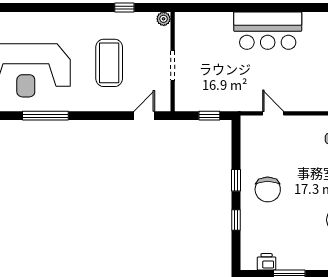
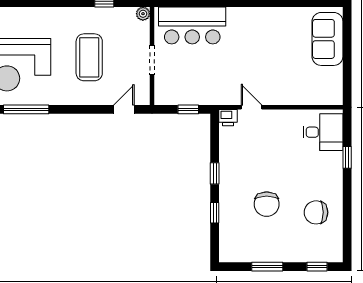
bar counter: (268, 31) -> (192, 25), moved
chair: (268, 189) -> (267, 204), moved
printer: (267, 262) -> (228, 118), moved, turned 180

